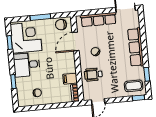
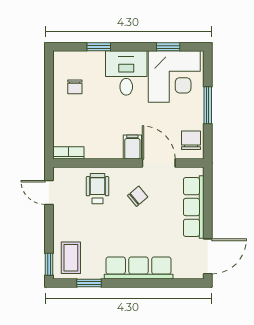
filing cabinet: (70, 79) -> (132, 147), moved

